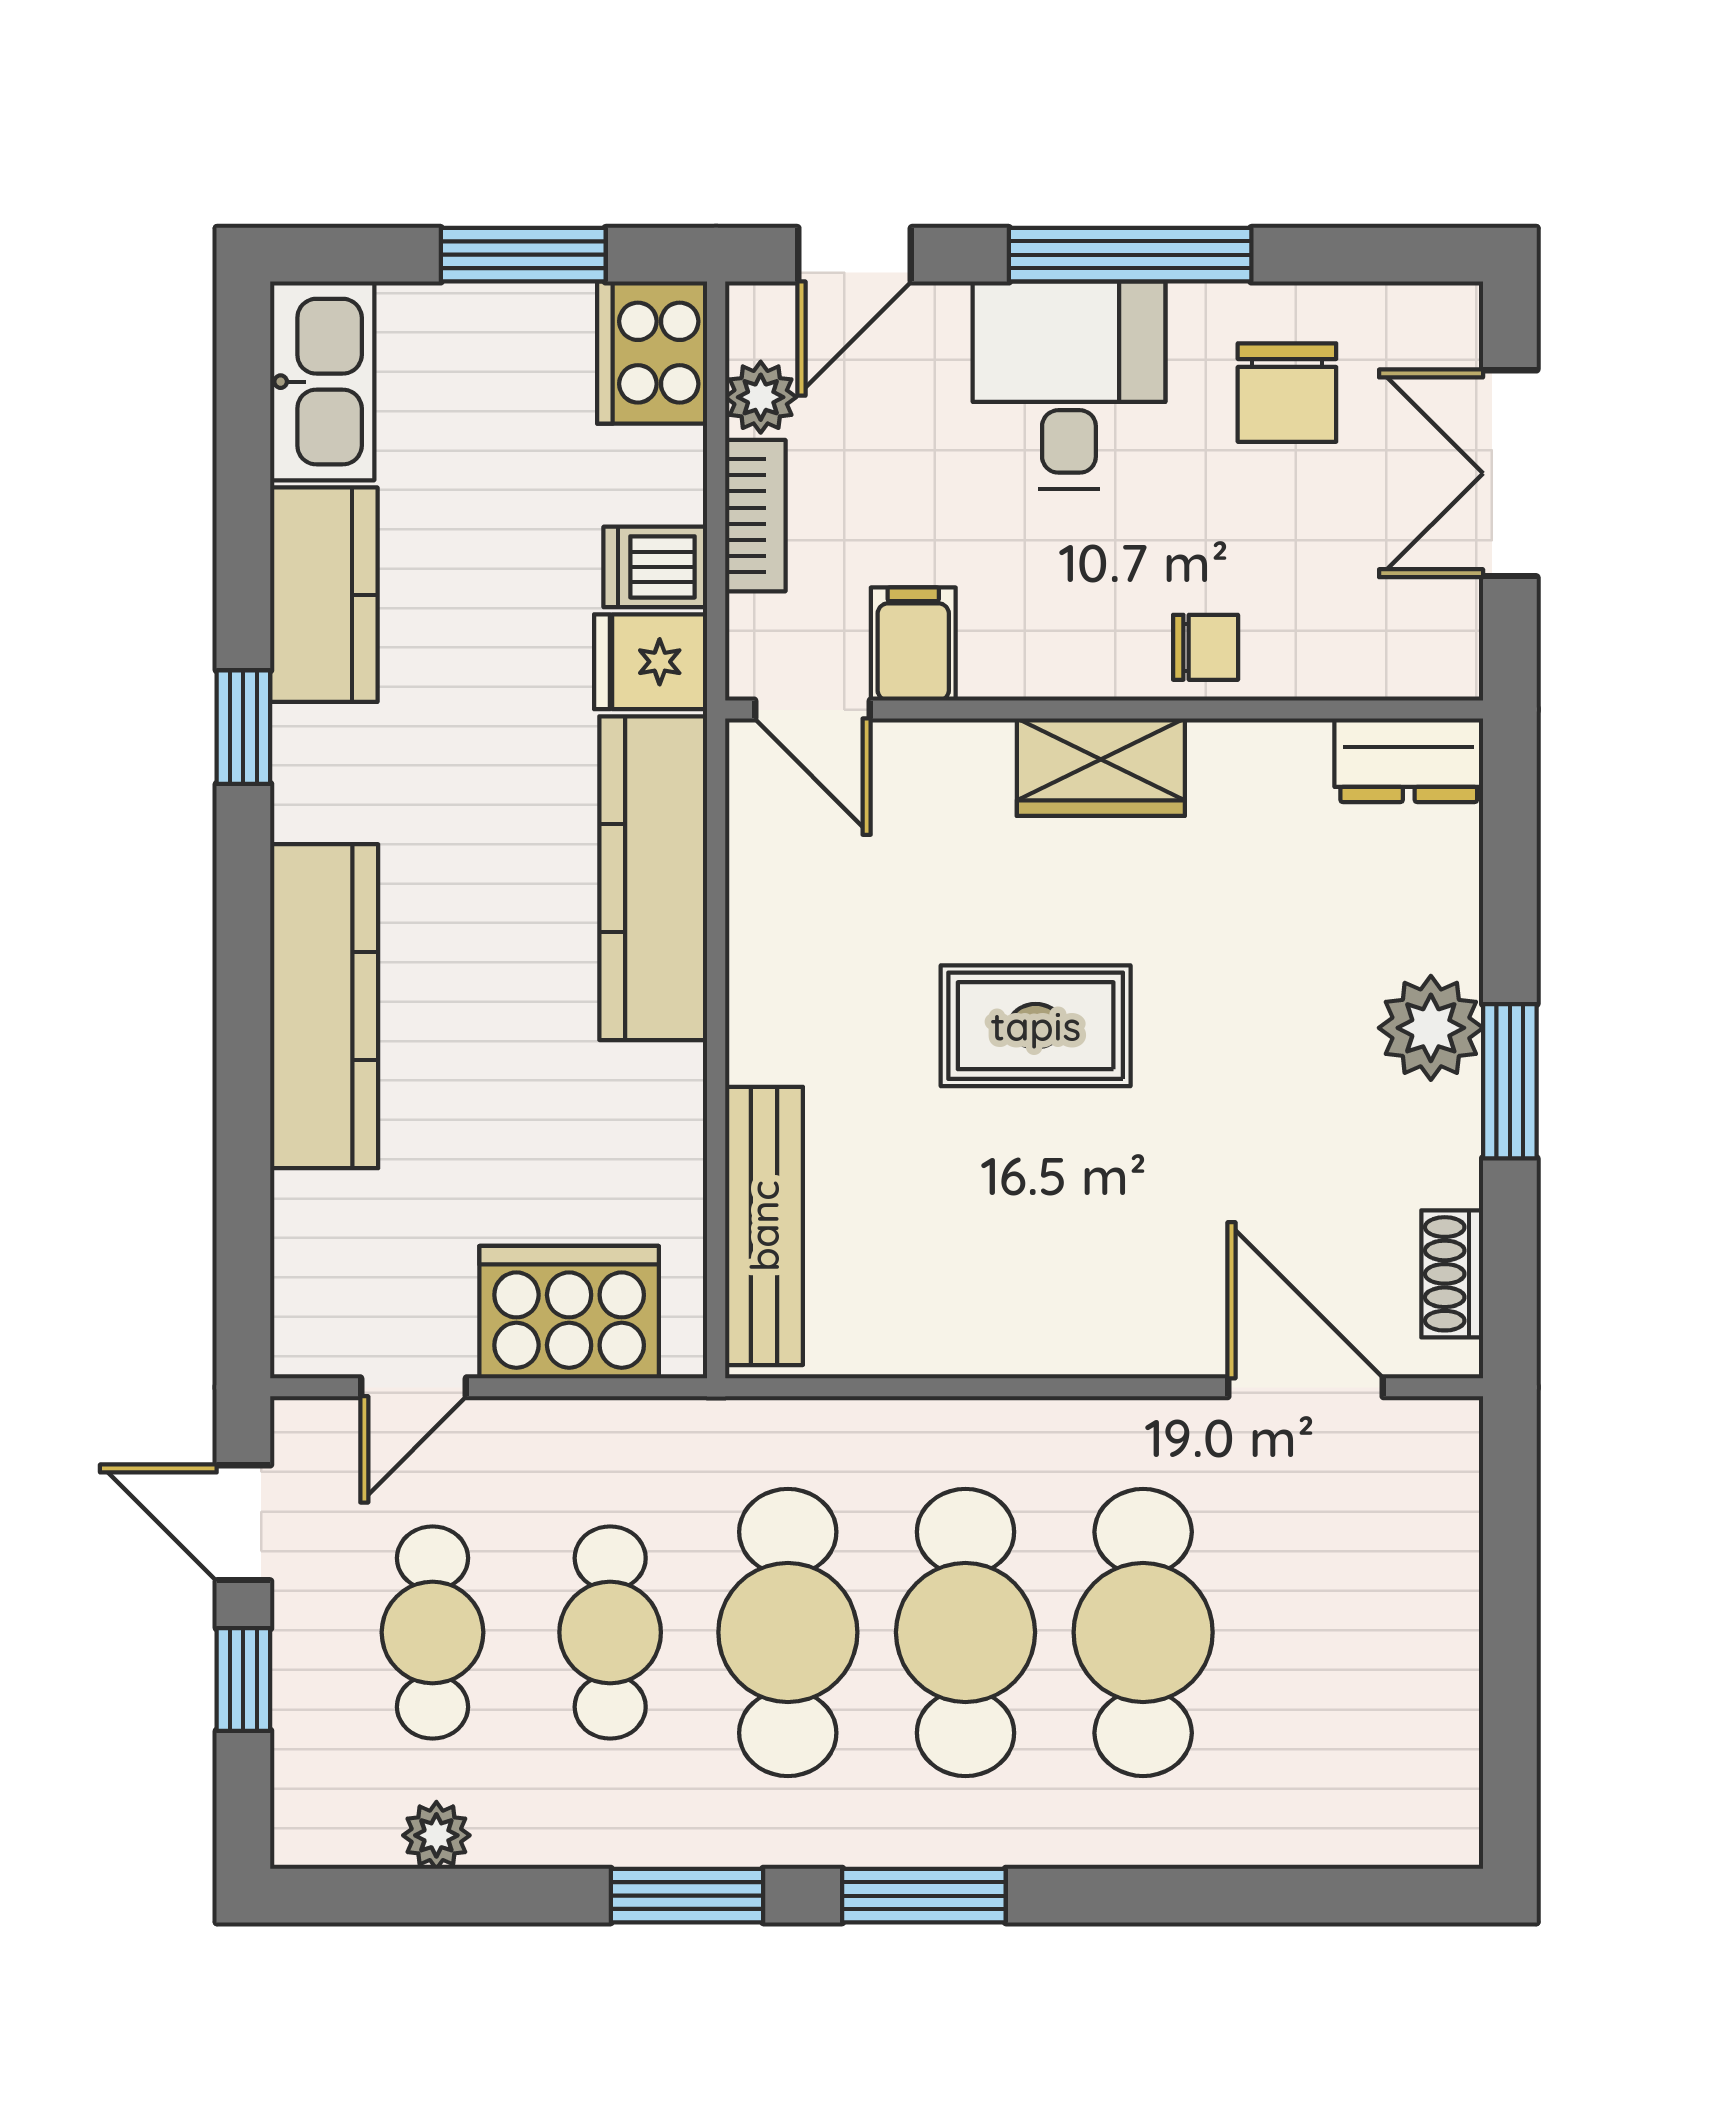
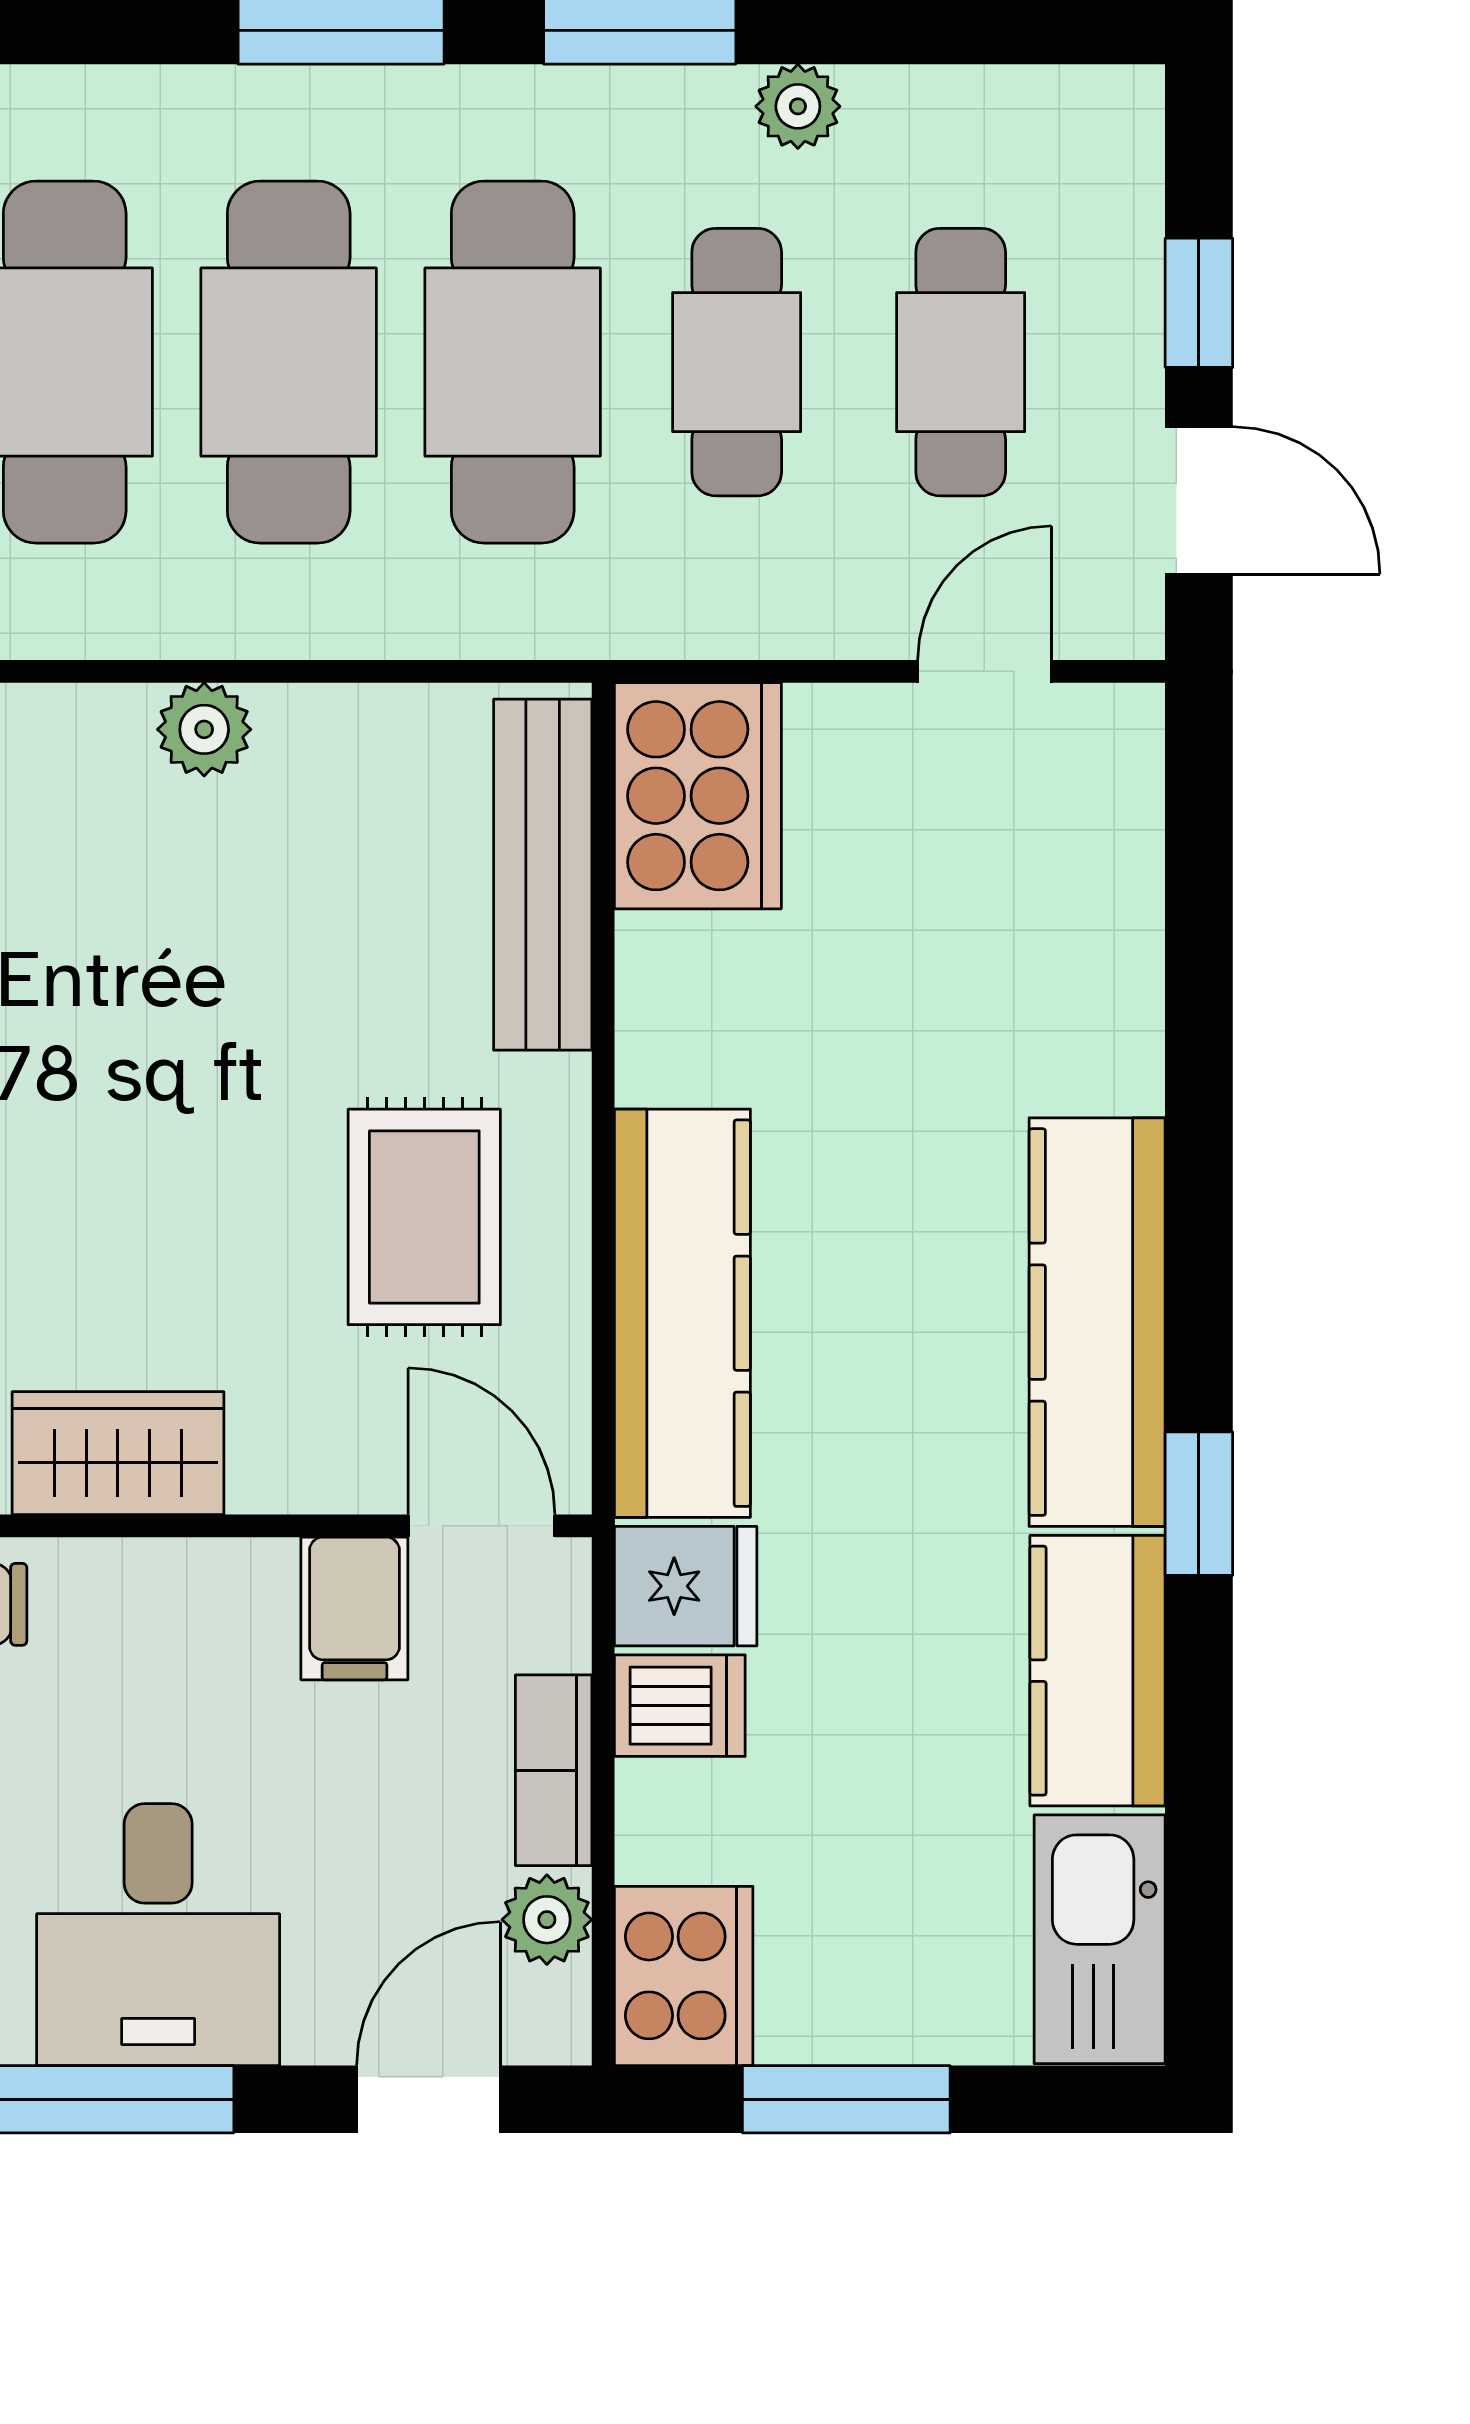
kitchen counter: (324, 1006) -> (1097, 1322), moved
rug: (1036, 1026) -> (424, 1217), moved, turned 90
cooker: (569, 1312) -> (698, 796), moved, turned -90
plant: (1032, 1341) -> (204, 729), added
plant: (436, 1835) -> (798, 106), moved

